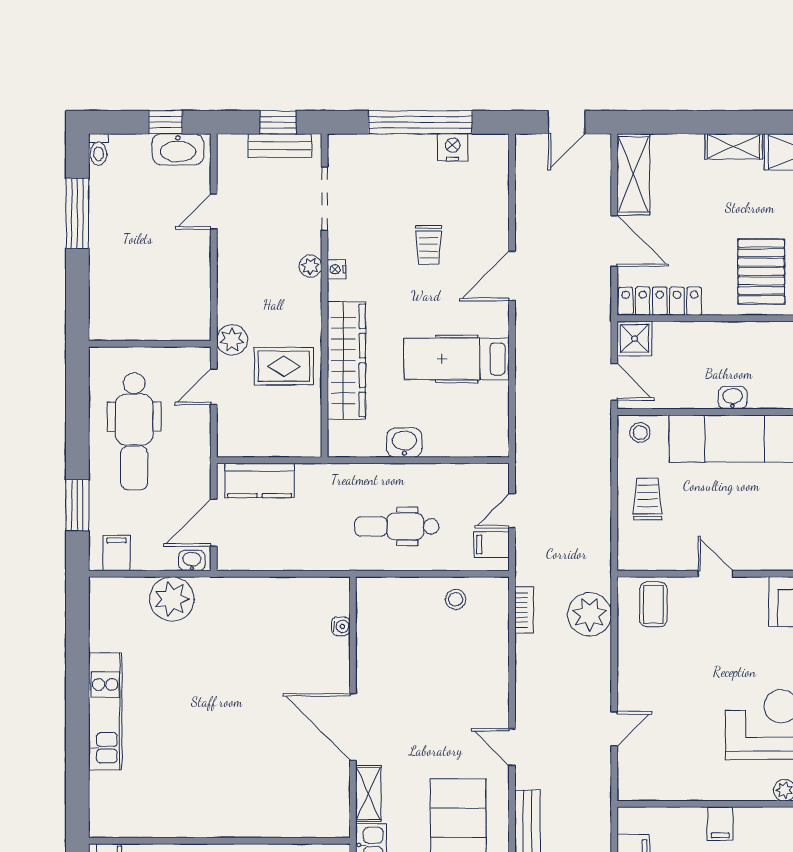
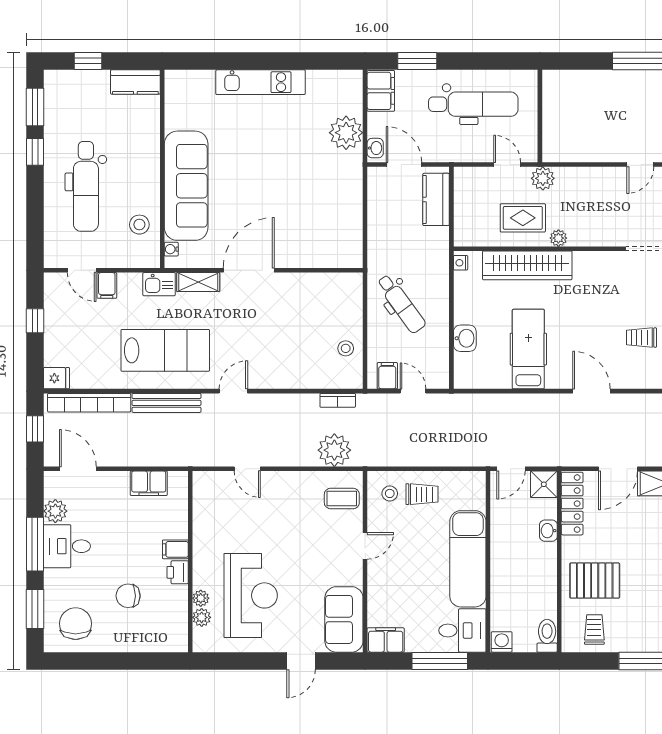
door: (214, 212) -> (640, 165), swing flipped
trolley: (429, 245) -> (642, 338), moved
plant: (310, 266) -> (558, 238), moved
nightstand: (337, 269) -> (461, 263), moved, turned -90
rug: (284, 366) -> (523, 218), turned 90
washbasin: (733, 398) -> (548, 531), moved, turned 180
dental chair: (134, 431) -> (473, 104), turned 180
stool: (640, 433) -> (390, 493), moved
washbasin: (404, 443) -> (465, 338), moved
dental chair: (397, 526) -> (401, 304), turned 144
filing cabinet: (117, 553) -> (381, 91), width x2.00
water cooler: (341, 626) -> (171, 249), moved, turned 90
sofa: (242, 809) -> (186, 186), added
printer: (750, 821) -> (178, 572), added

